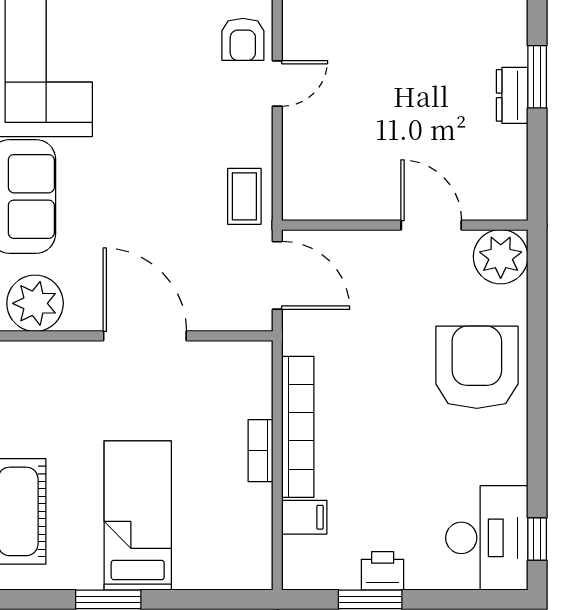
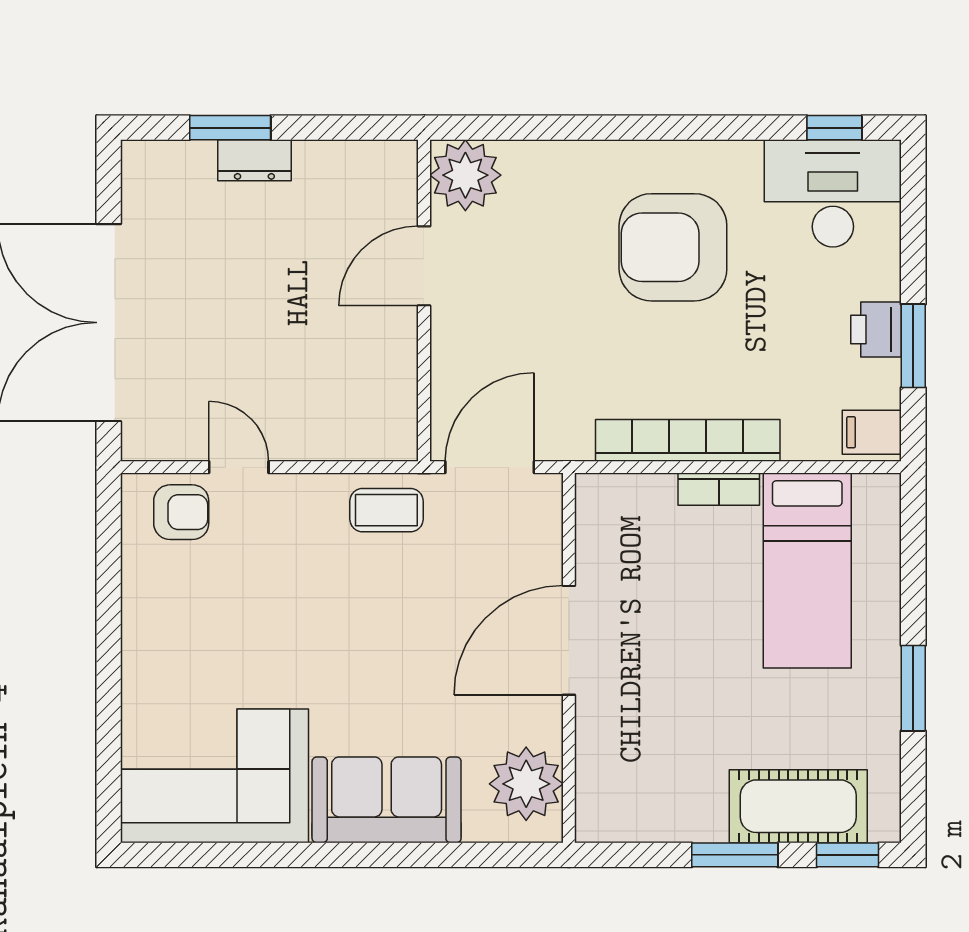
armchair: (477, 367) -> (673, 247), moved
bed: (138, 515) -> (807, 570), moved, turned -90
filing cabinet: (304, 517) -> (872, 432), moved, turned -90

